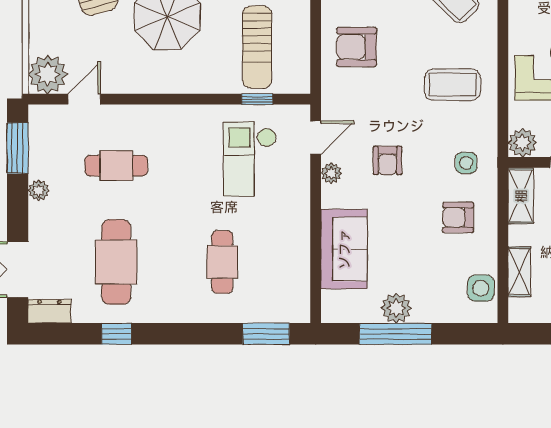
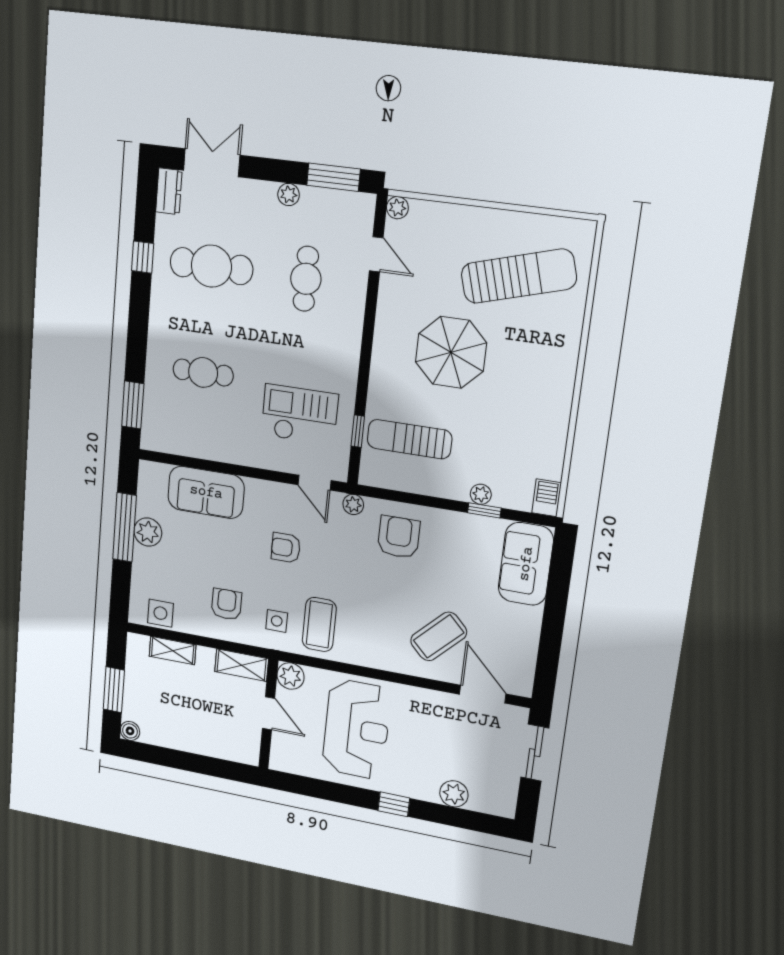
plant: (48, 74) -> (397, 208), width x0.53, depth x0.53
coffee table: (453, 85) -> (319, 624), moved
plant: (331, 173) -> (353, 504), moved

